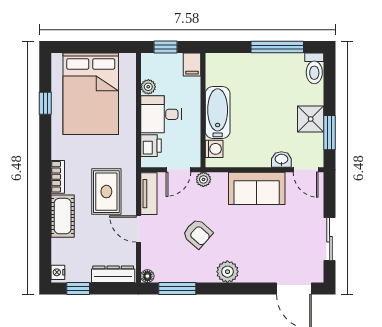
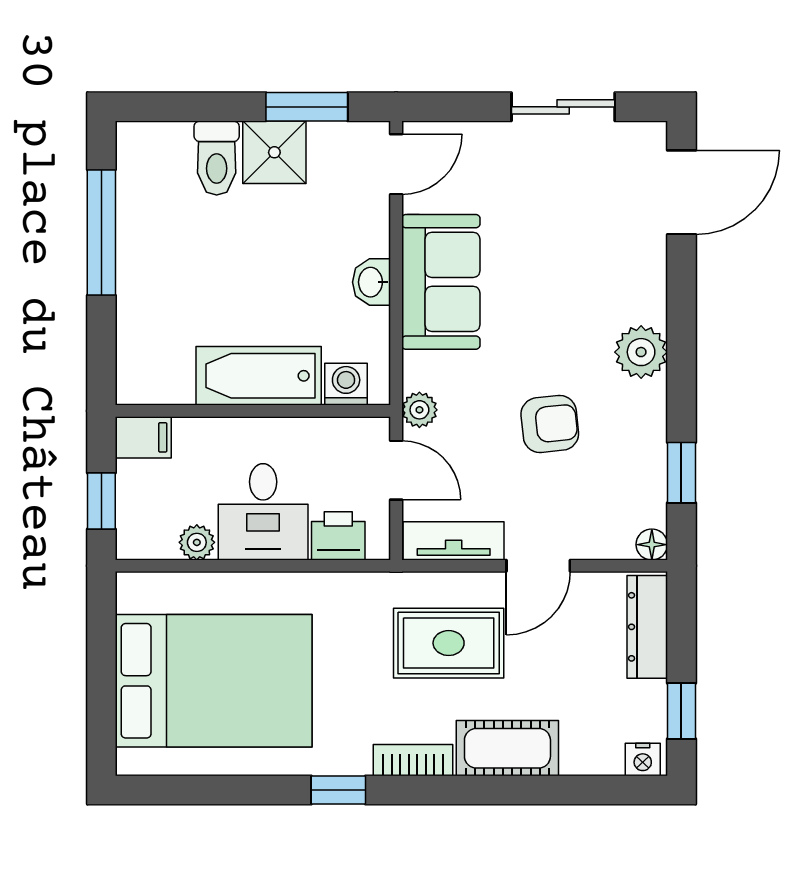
toilet: (314, 68) -> (217, 158), moved, turned 90
window: (45, 103) -> (338, 790), moved
washbasin: (281, 160) -> (372, 282), moved
armchair: (198, 234) -> (550, 424), turned 43
window: (177, 288) -> (681, 473), width x0.67

